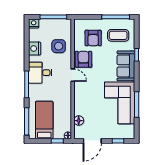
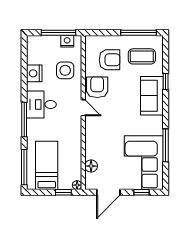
nightstand: (34, 24) -> (67, 41), moved
armchair: (93, 38) -> (110, 60), turned -90
corner sofa: (120, 103) -> (144, 163), moved

